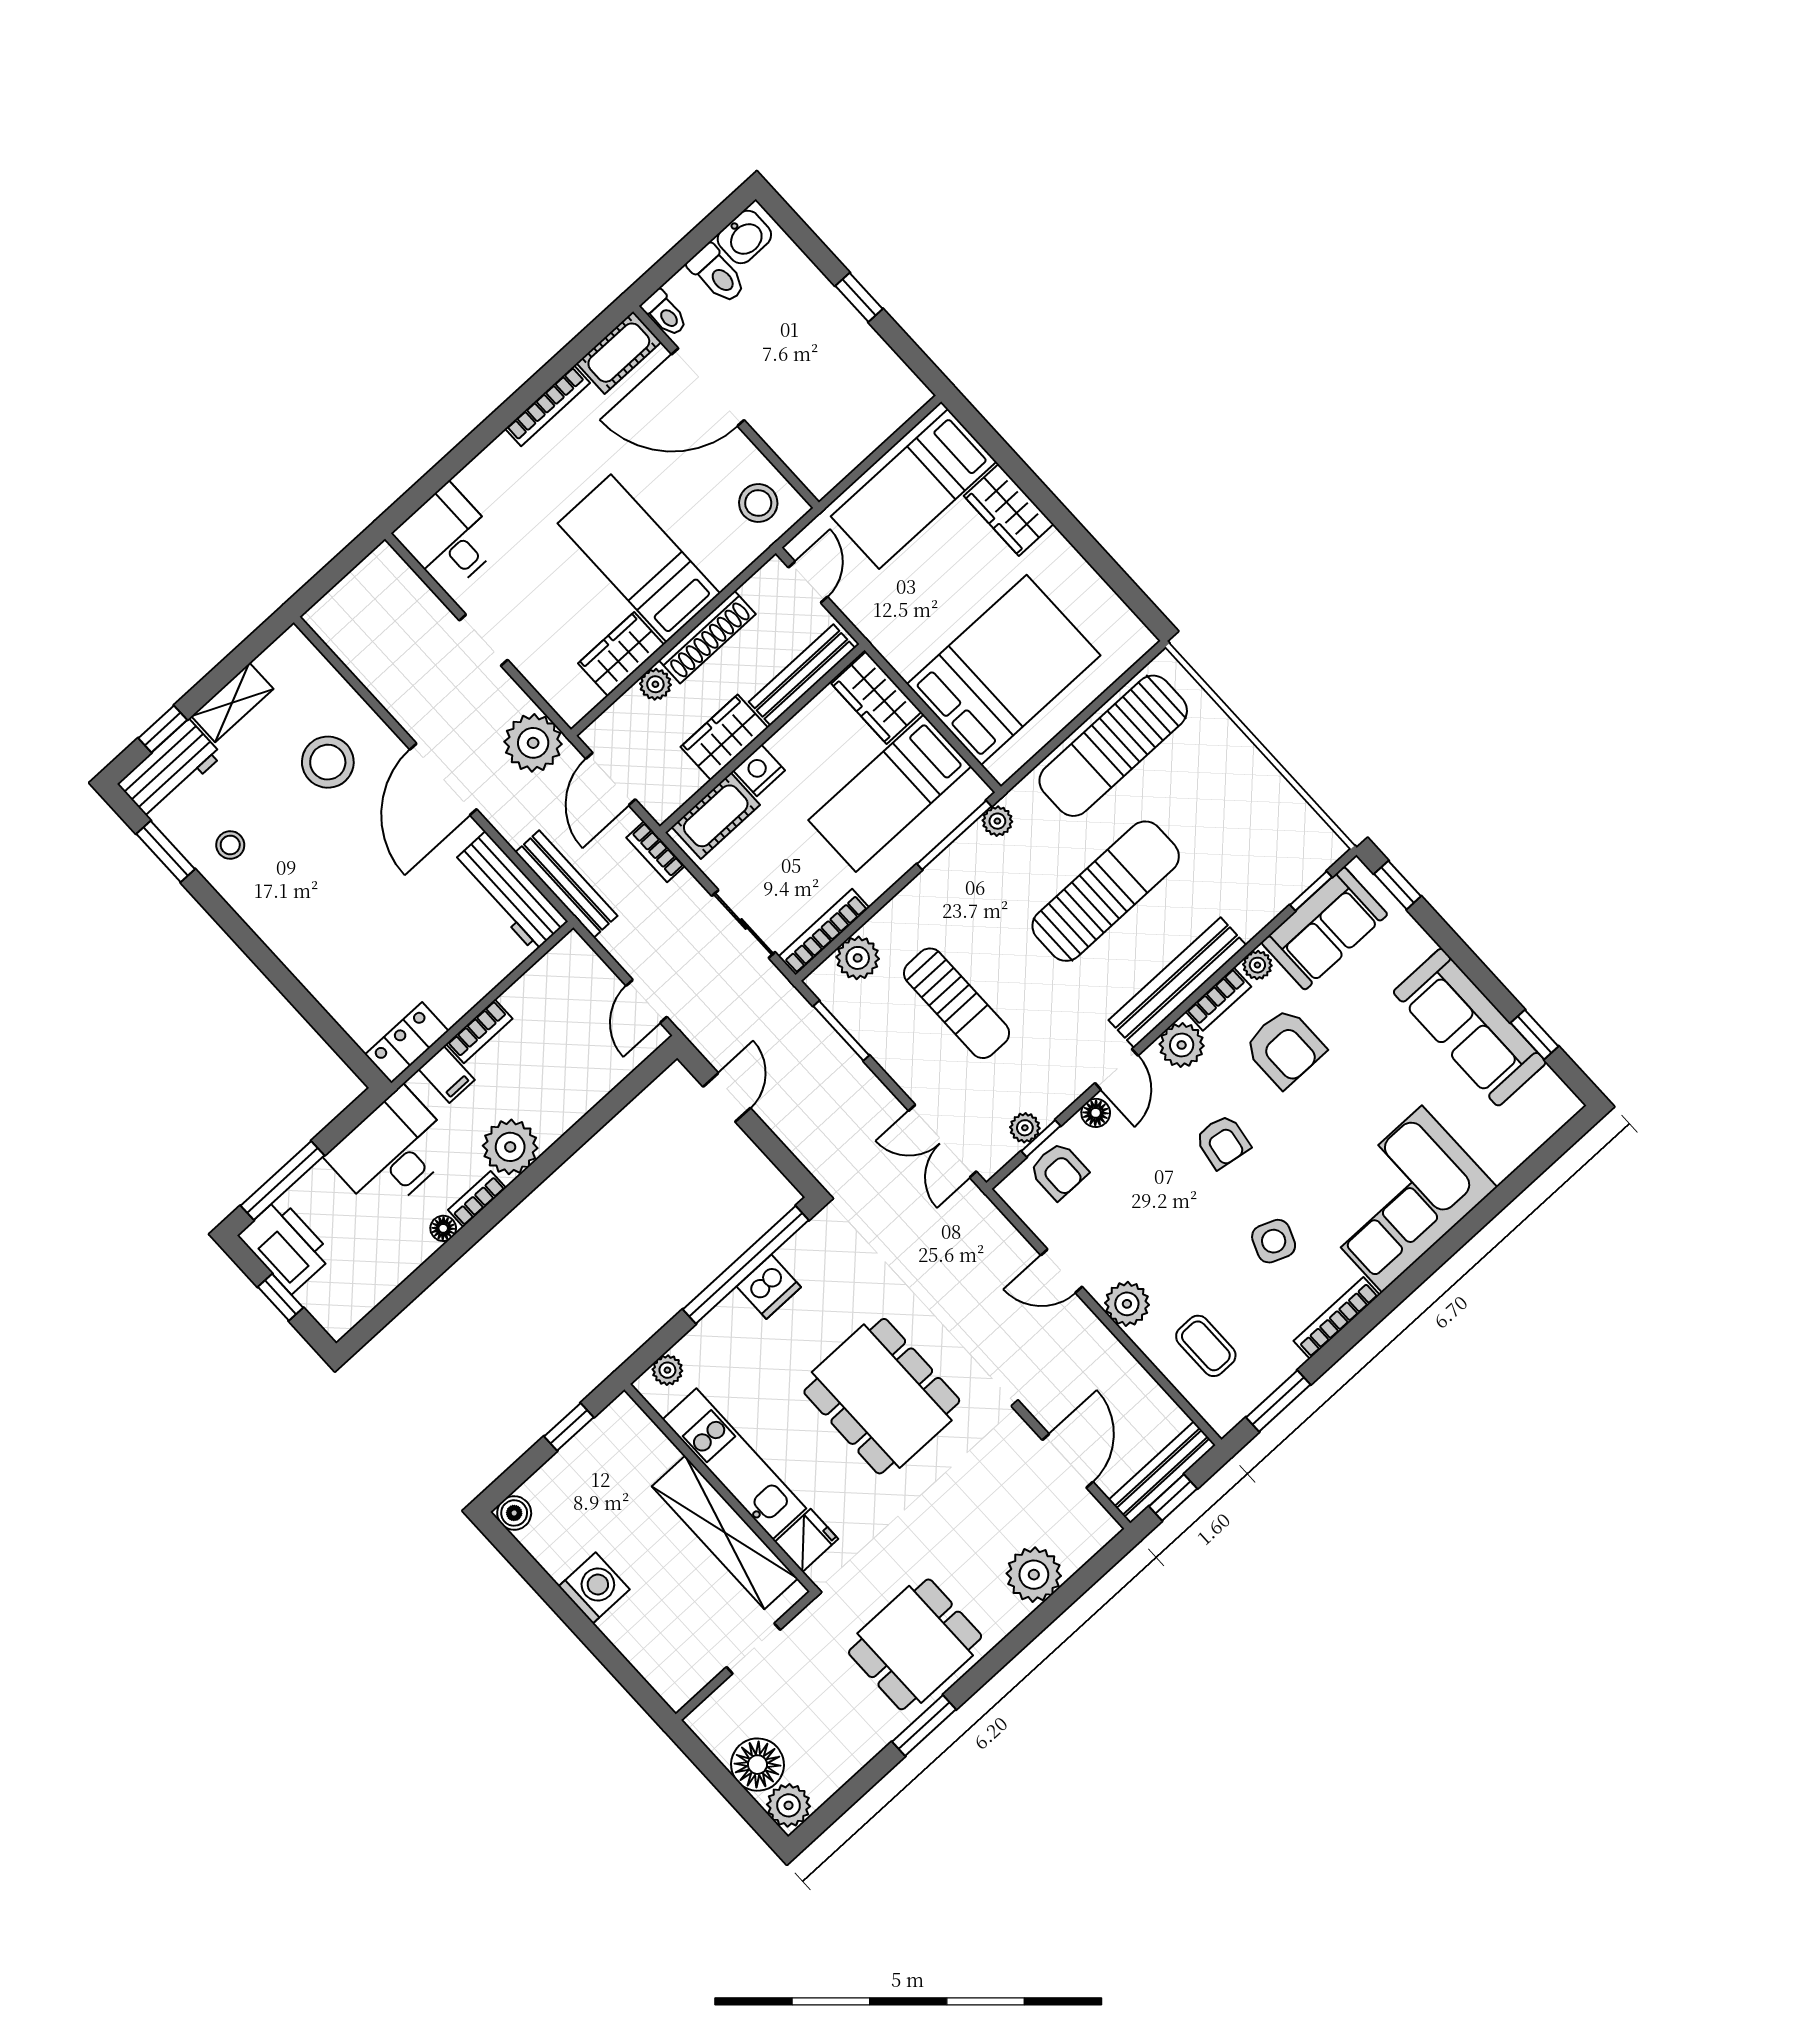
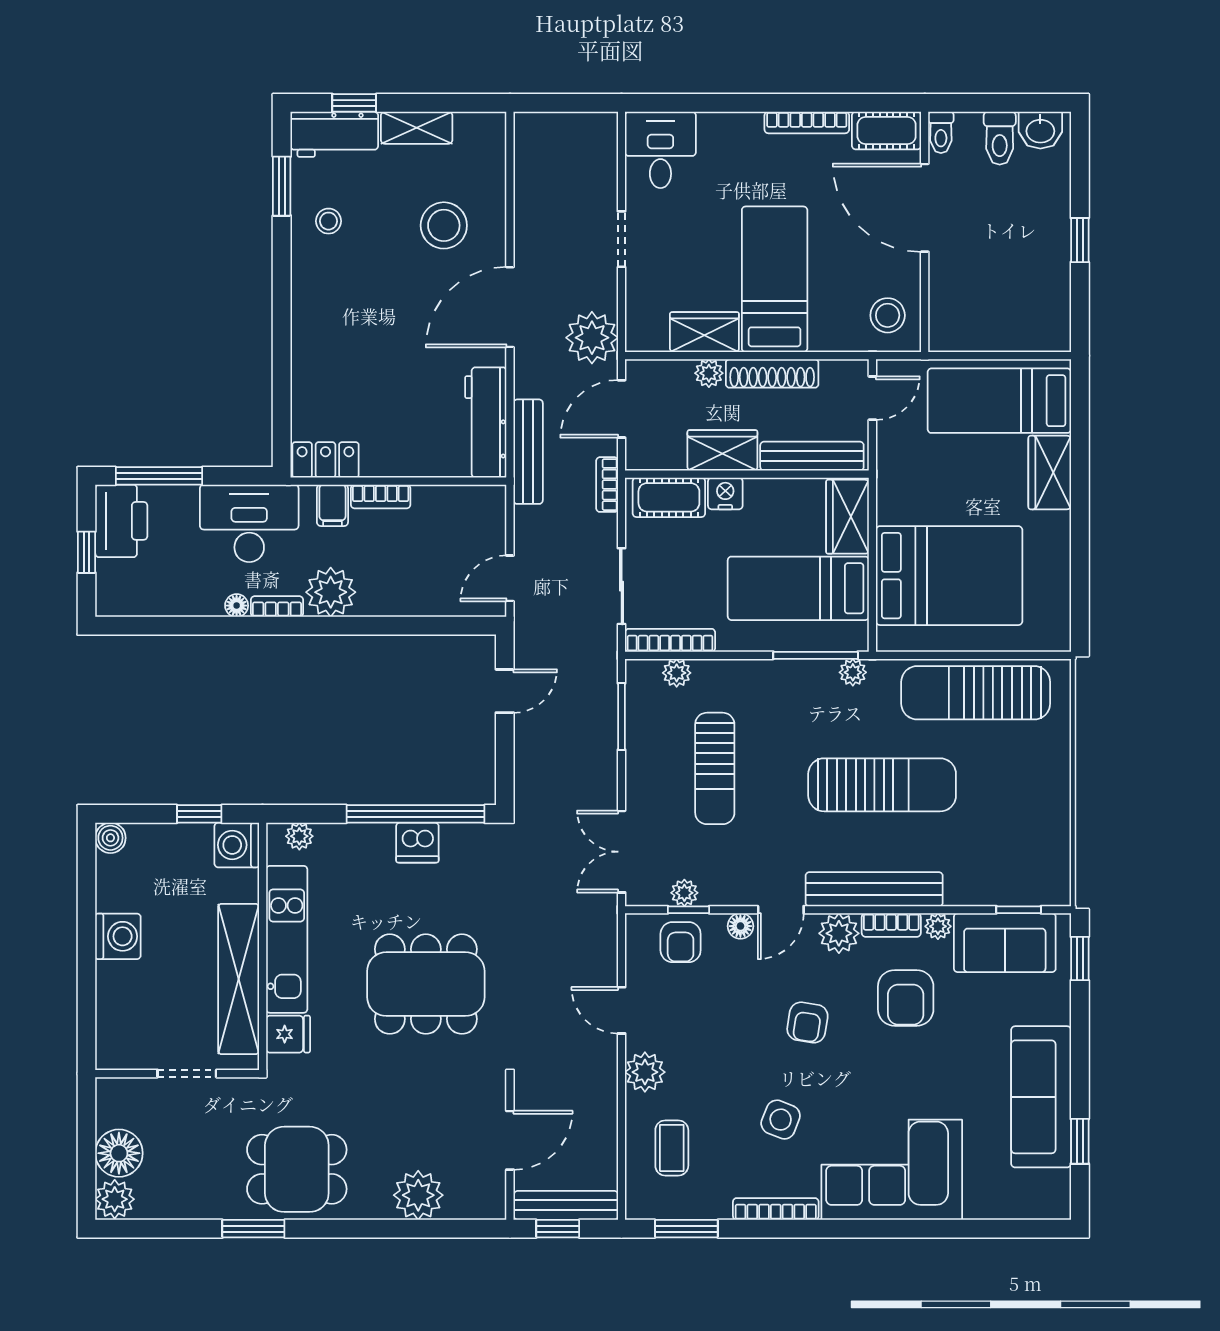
plant: (858, 958) -> (677, 673), width x0.73, depth x0.73
dining table: (882, 1396) -> (426, 984), turned 90
washing machine: (623, 1424) -> (237, 845), added

